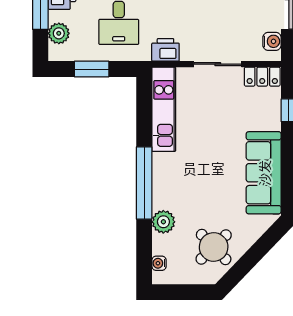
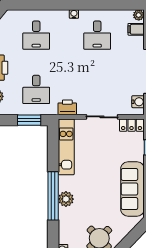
window: (92, 69) -> (29, 120), moved
plant: (163, 222) -> (66, 199), moved

